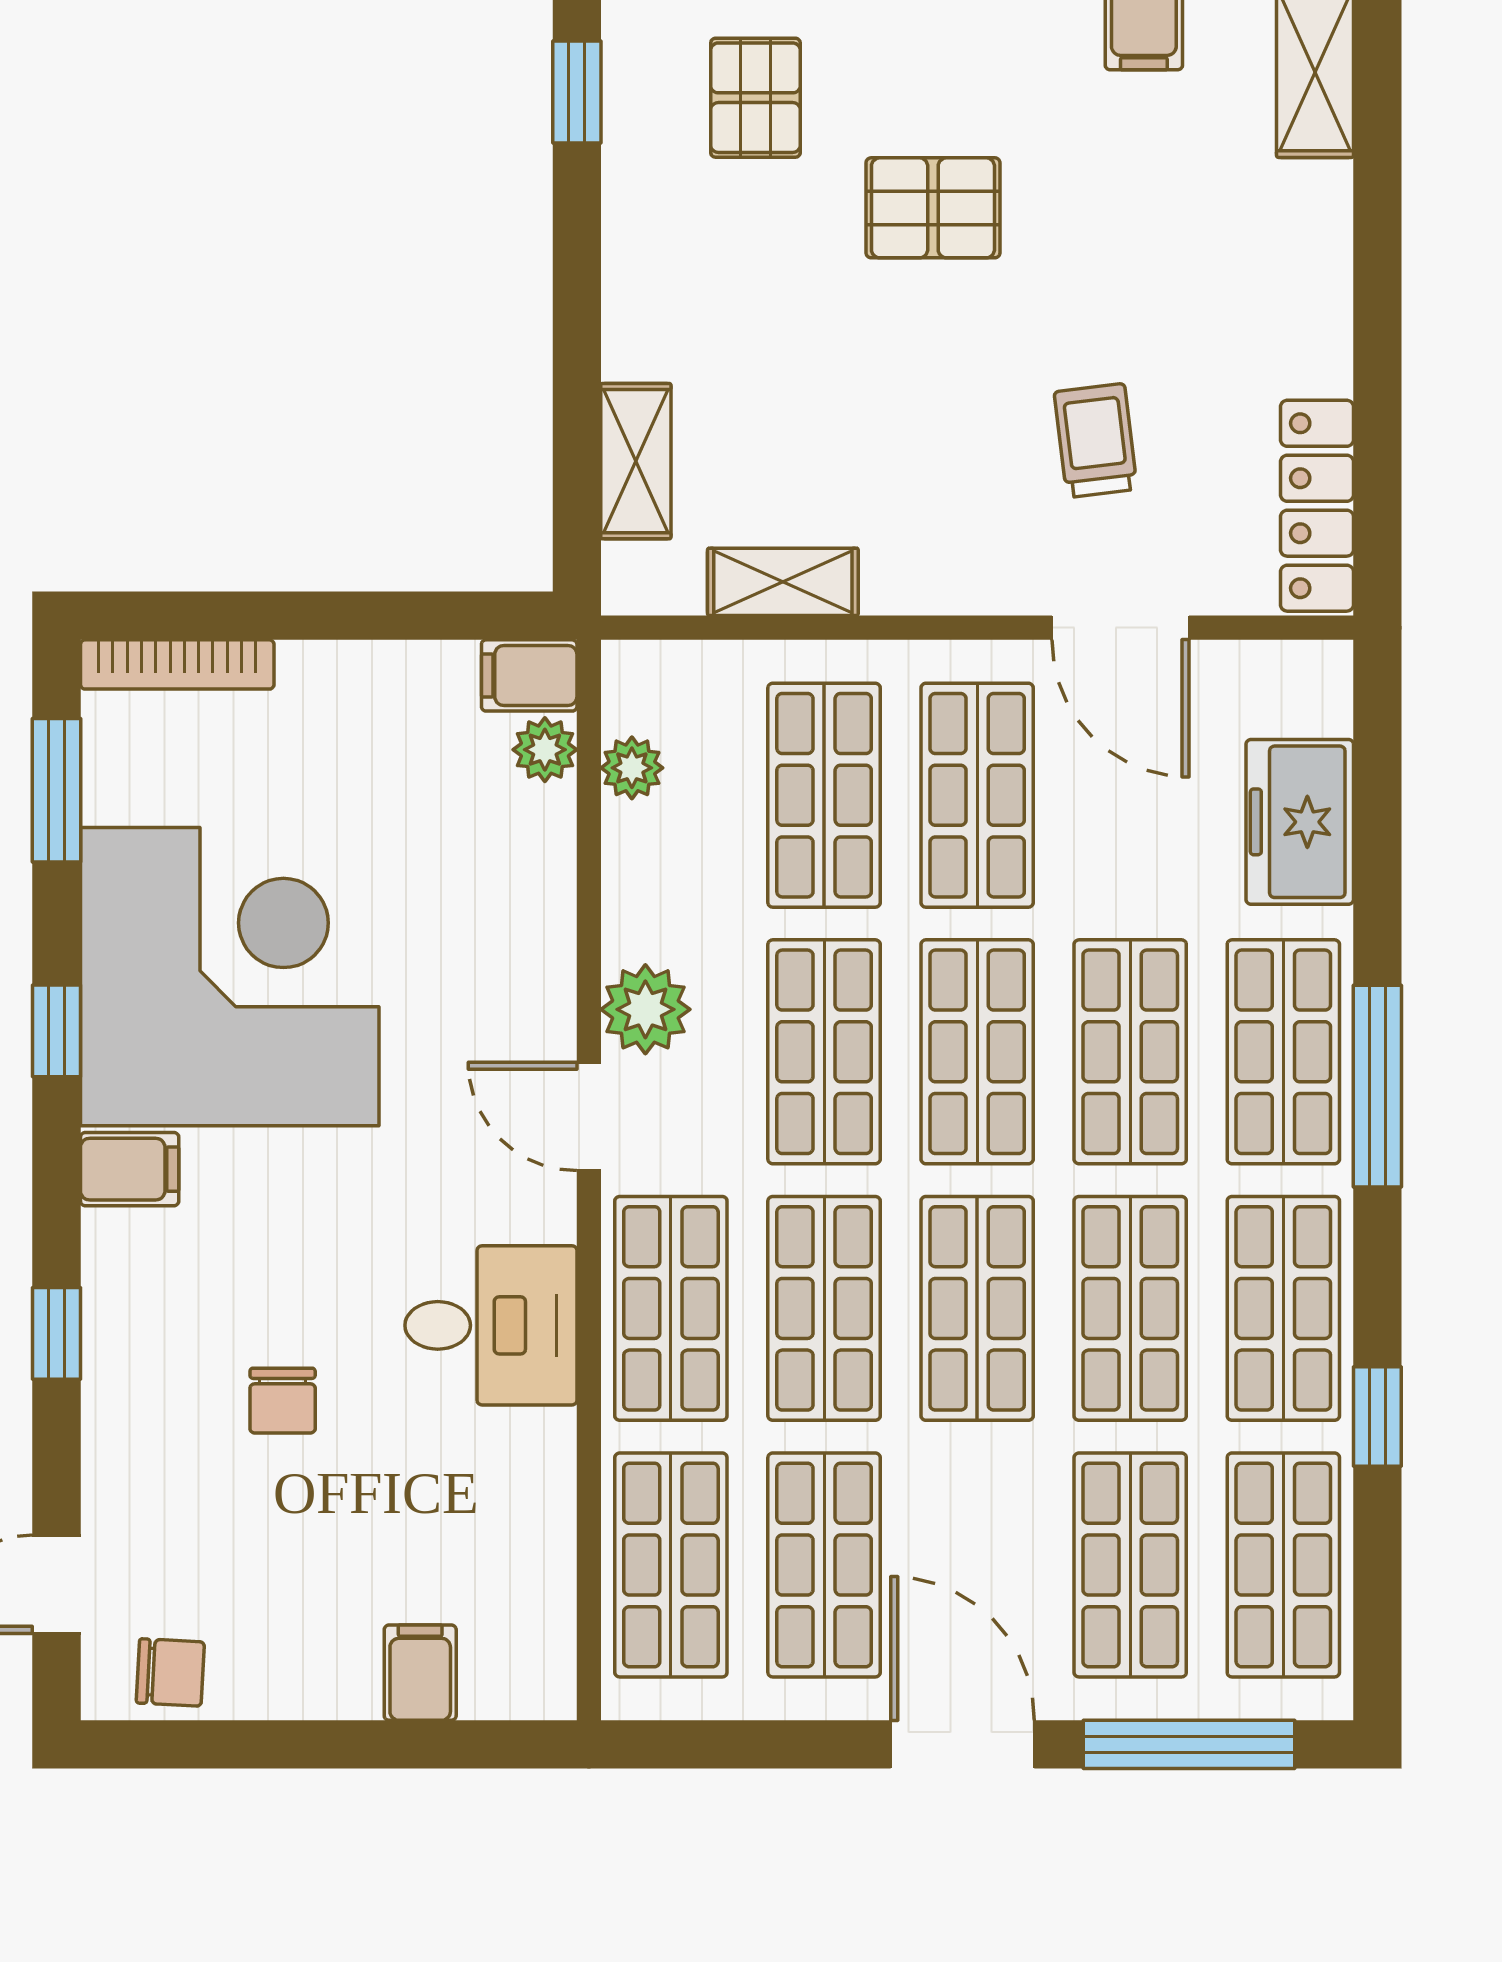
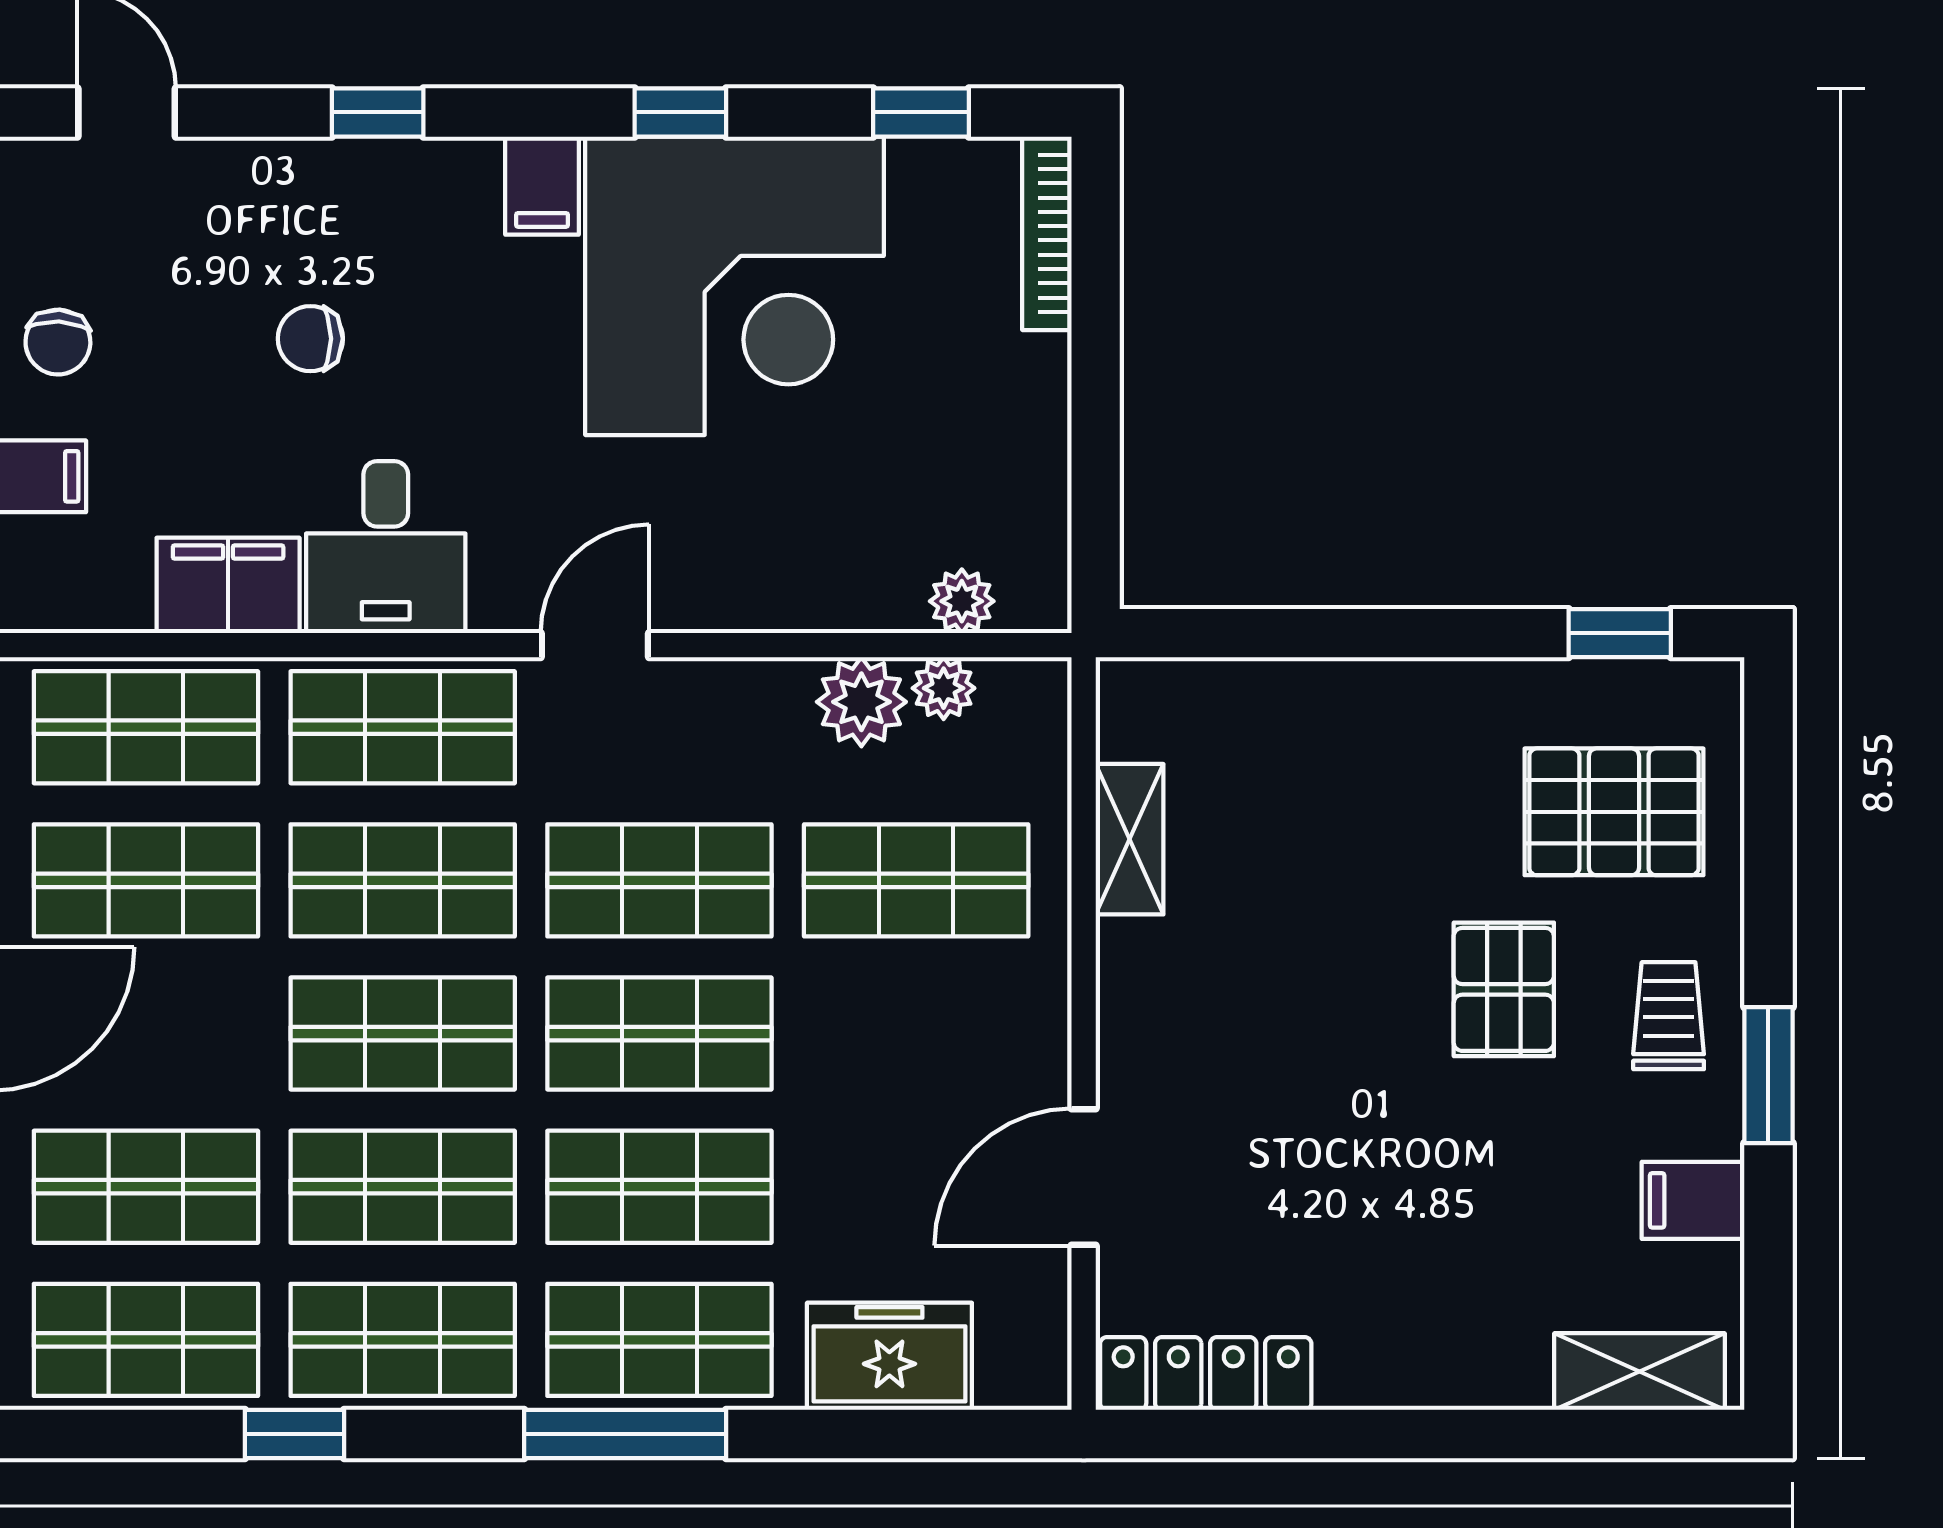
pallet: (755, 98) -> (1614, 812), width x1.50, depth x1.42
trolley: (1096, 441) -> (1669, 1016), moved, turned -83
shelving: (636, 461) -> (1250, 692), removed
filing cabinet: (529, 675) -> (228, 585), moved, width x2.00
window: (57, 790) -> (921, 112), width x0.67
shop shelf: (977, 795) -> (916, 1034), removed
plant: (645, 1009) -> (861, 702), moved
chair: (170, 1672) -> (58, 342), moved

